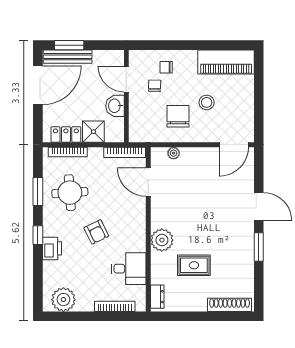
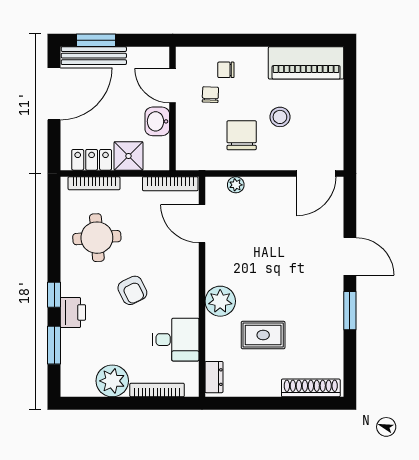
window: (38, 191) -> (54, 345), moved
plant: (63, 300) -> (112, 381), moved

